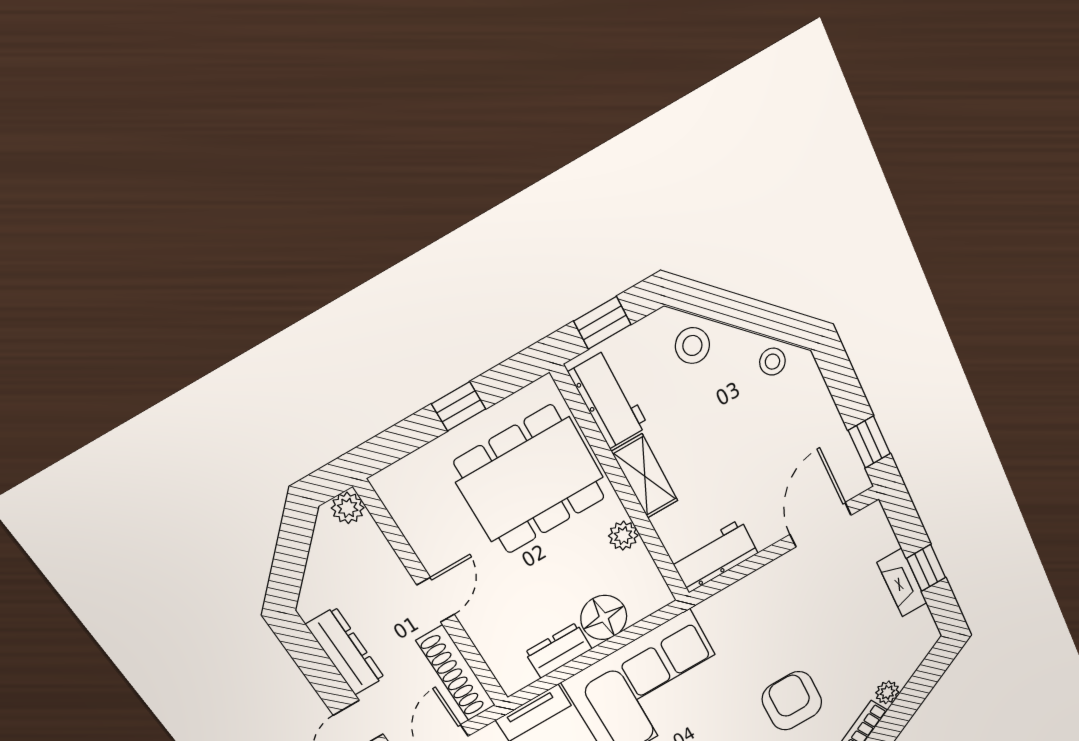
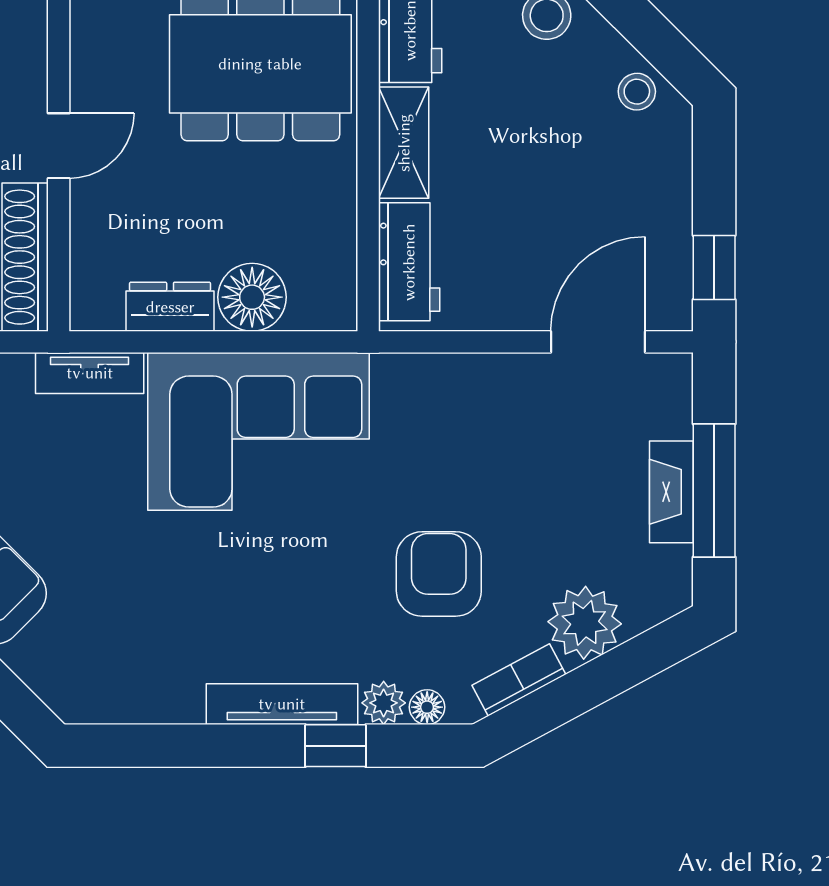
plant: (623, 536) -> (336, 203), removed
workbench: (714, 556) -> (409, 262), moved, turned 90
window: (926, 568) -> (714, 491), width x2.17
plant: (887, 692) -> (585, 623), width x1.87, depth x1.87

